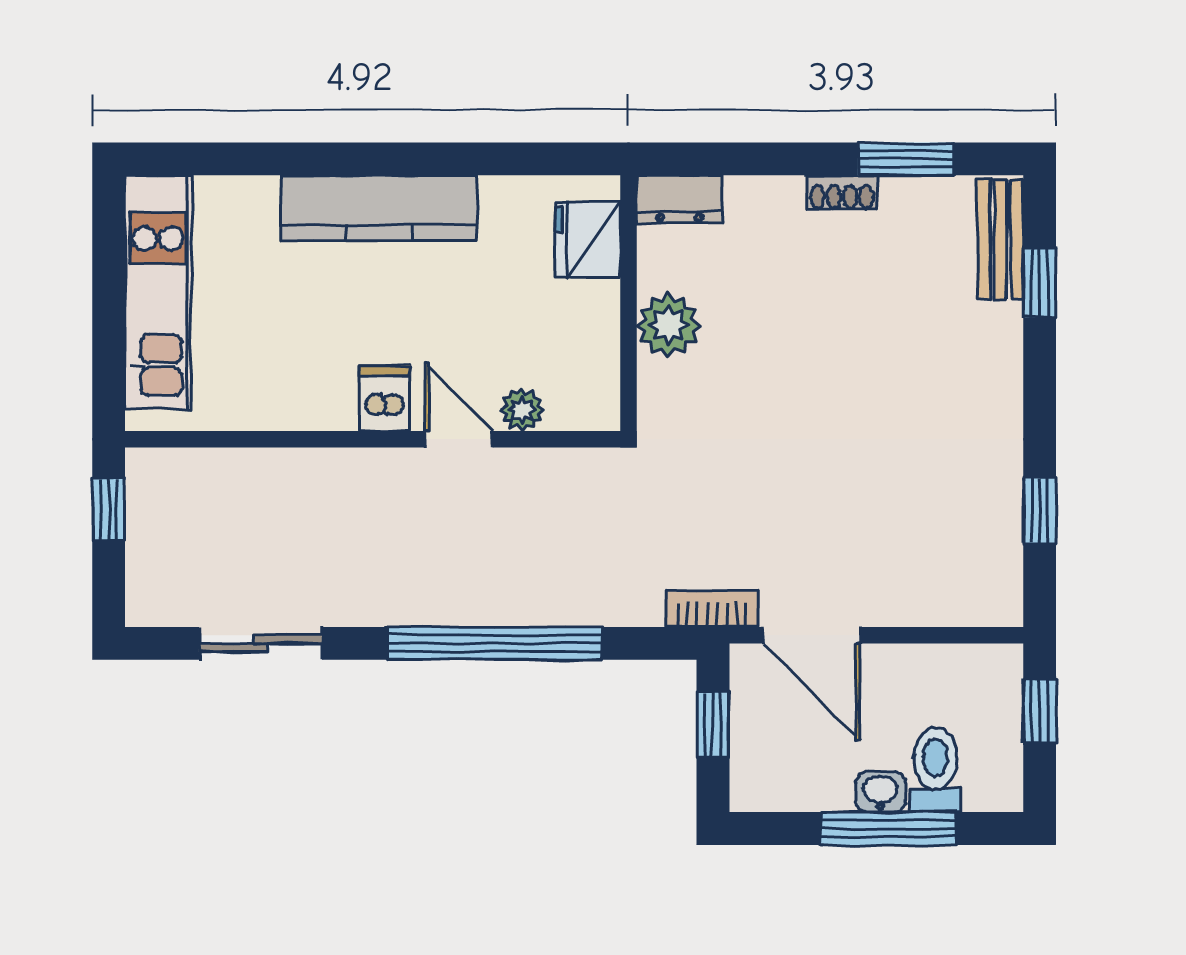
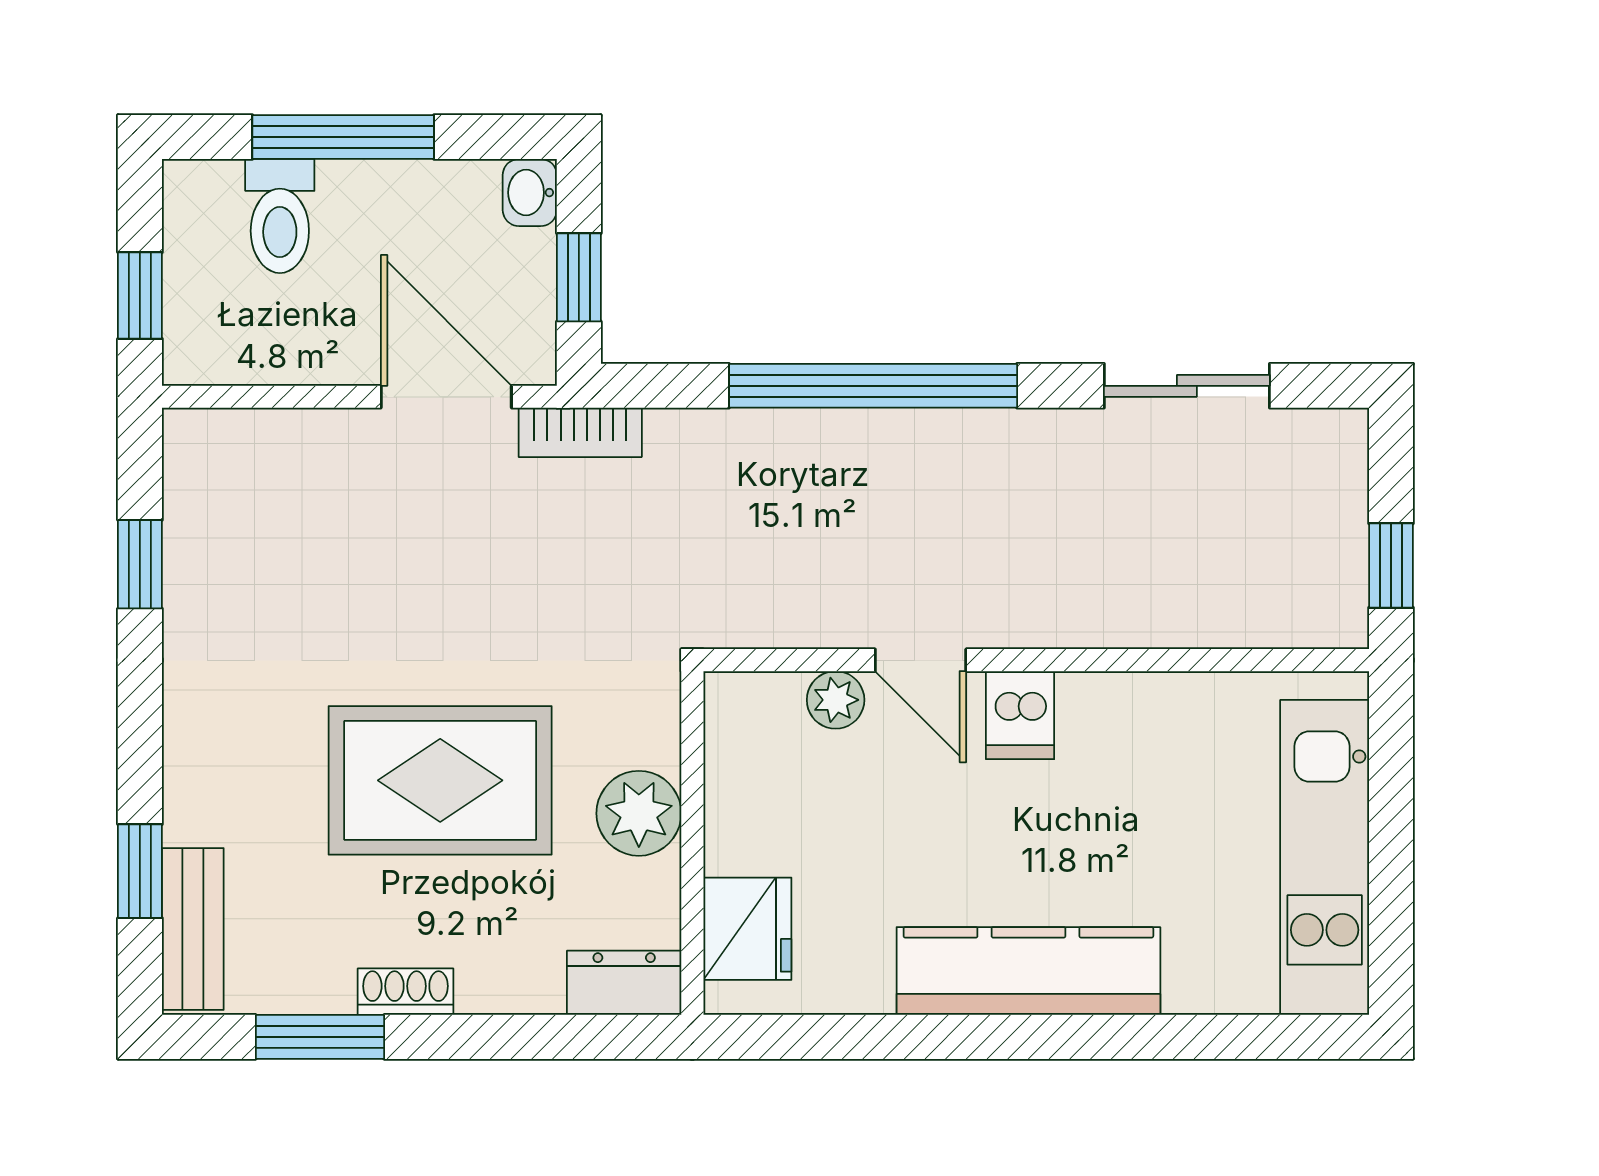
rug: (816, 350) -> (440, 780), added
washbasin: (880, 792) -> (530, 193), moved, turned 90

